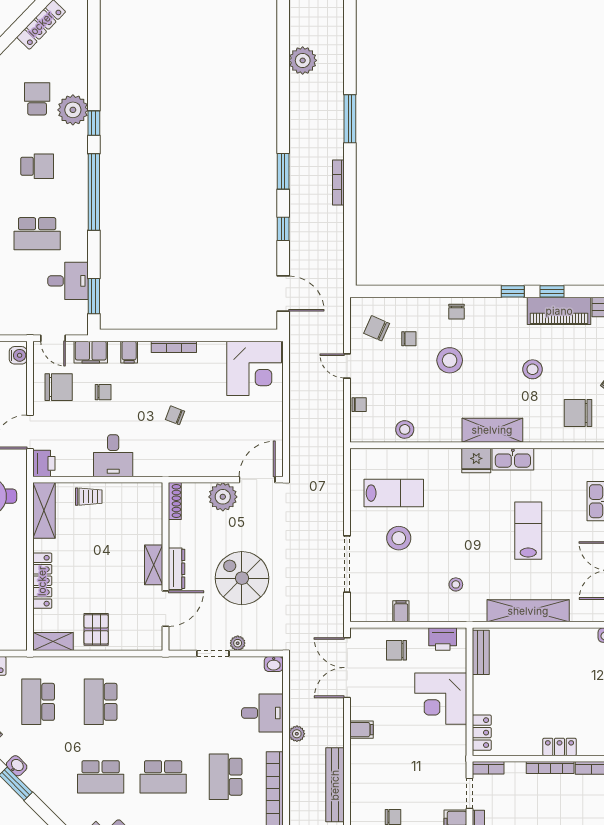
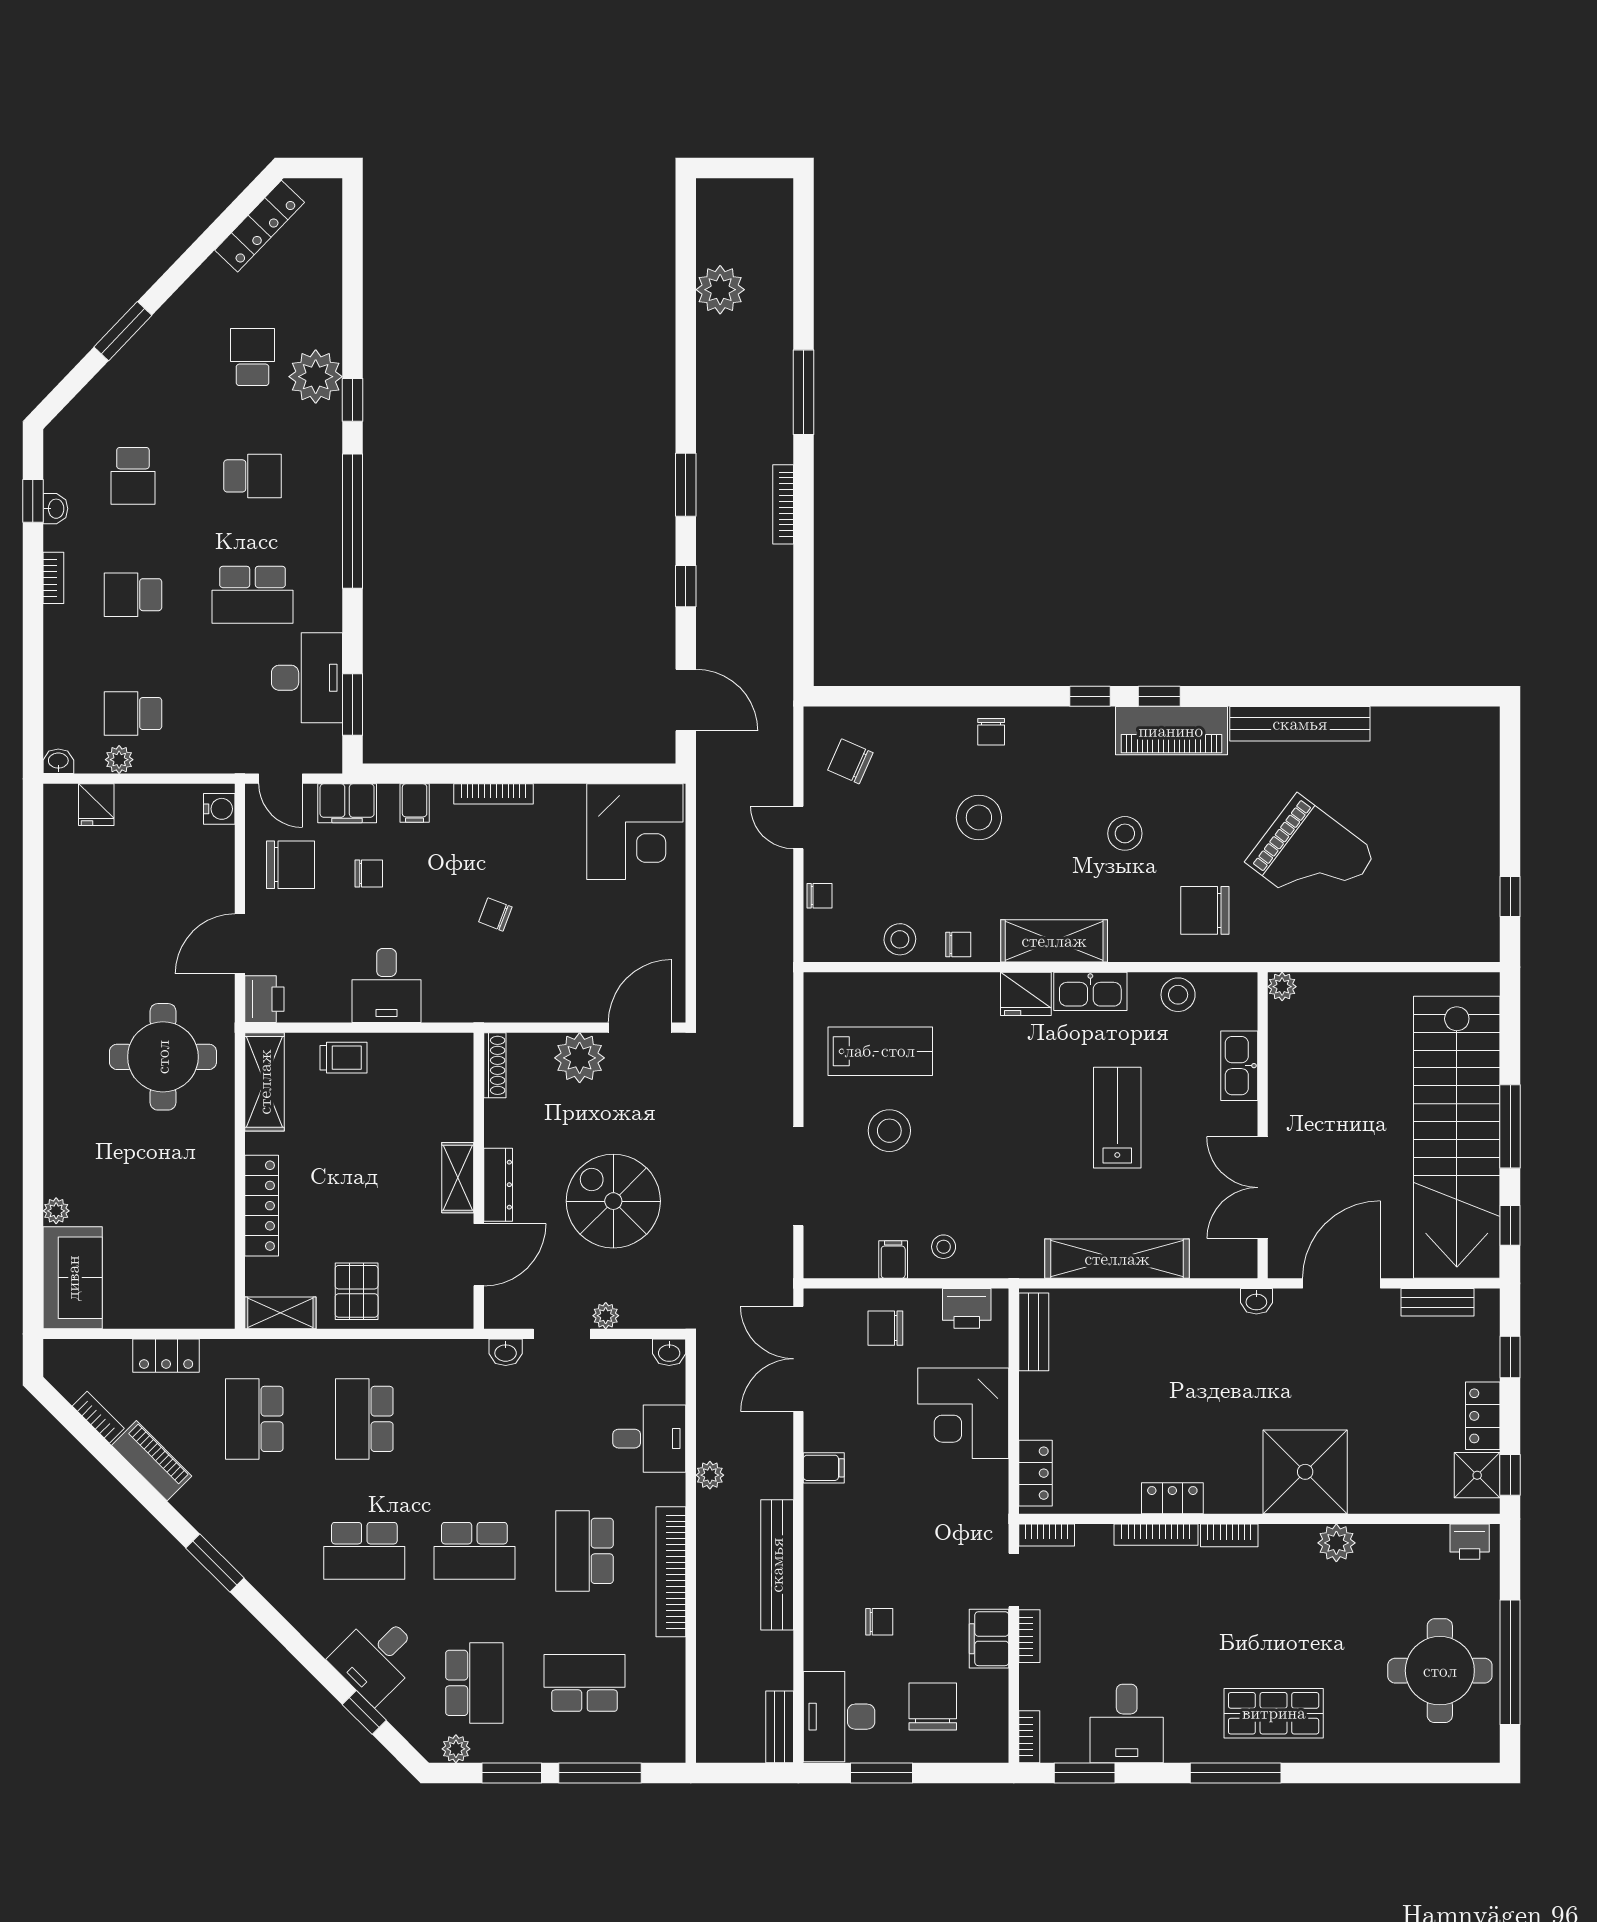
desk: (68, 281) -> (307, 678), width x1.37
chair: (409, 339) -> (958, 944), moved
stool: (563, 461) -> (1178, 995), added
stool: (456, 584) -> (944, 1247), moved
washbasin: (17, 766) -> (506, 1352), moved, turned 135

